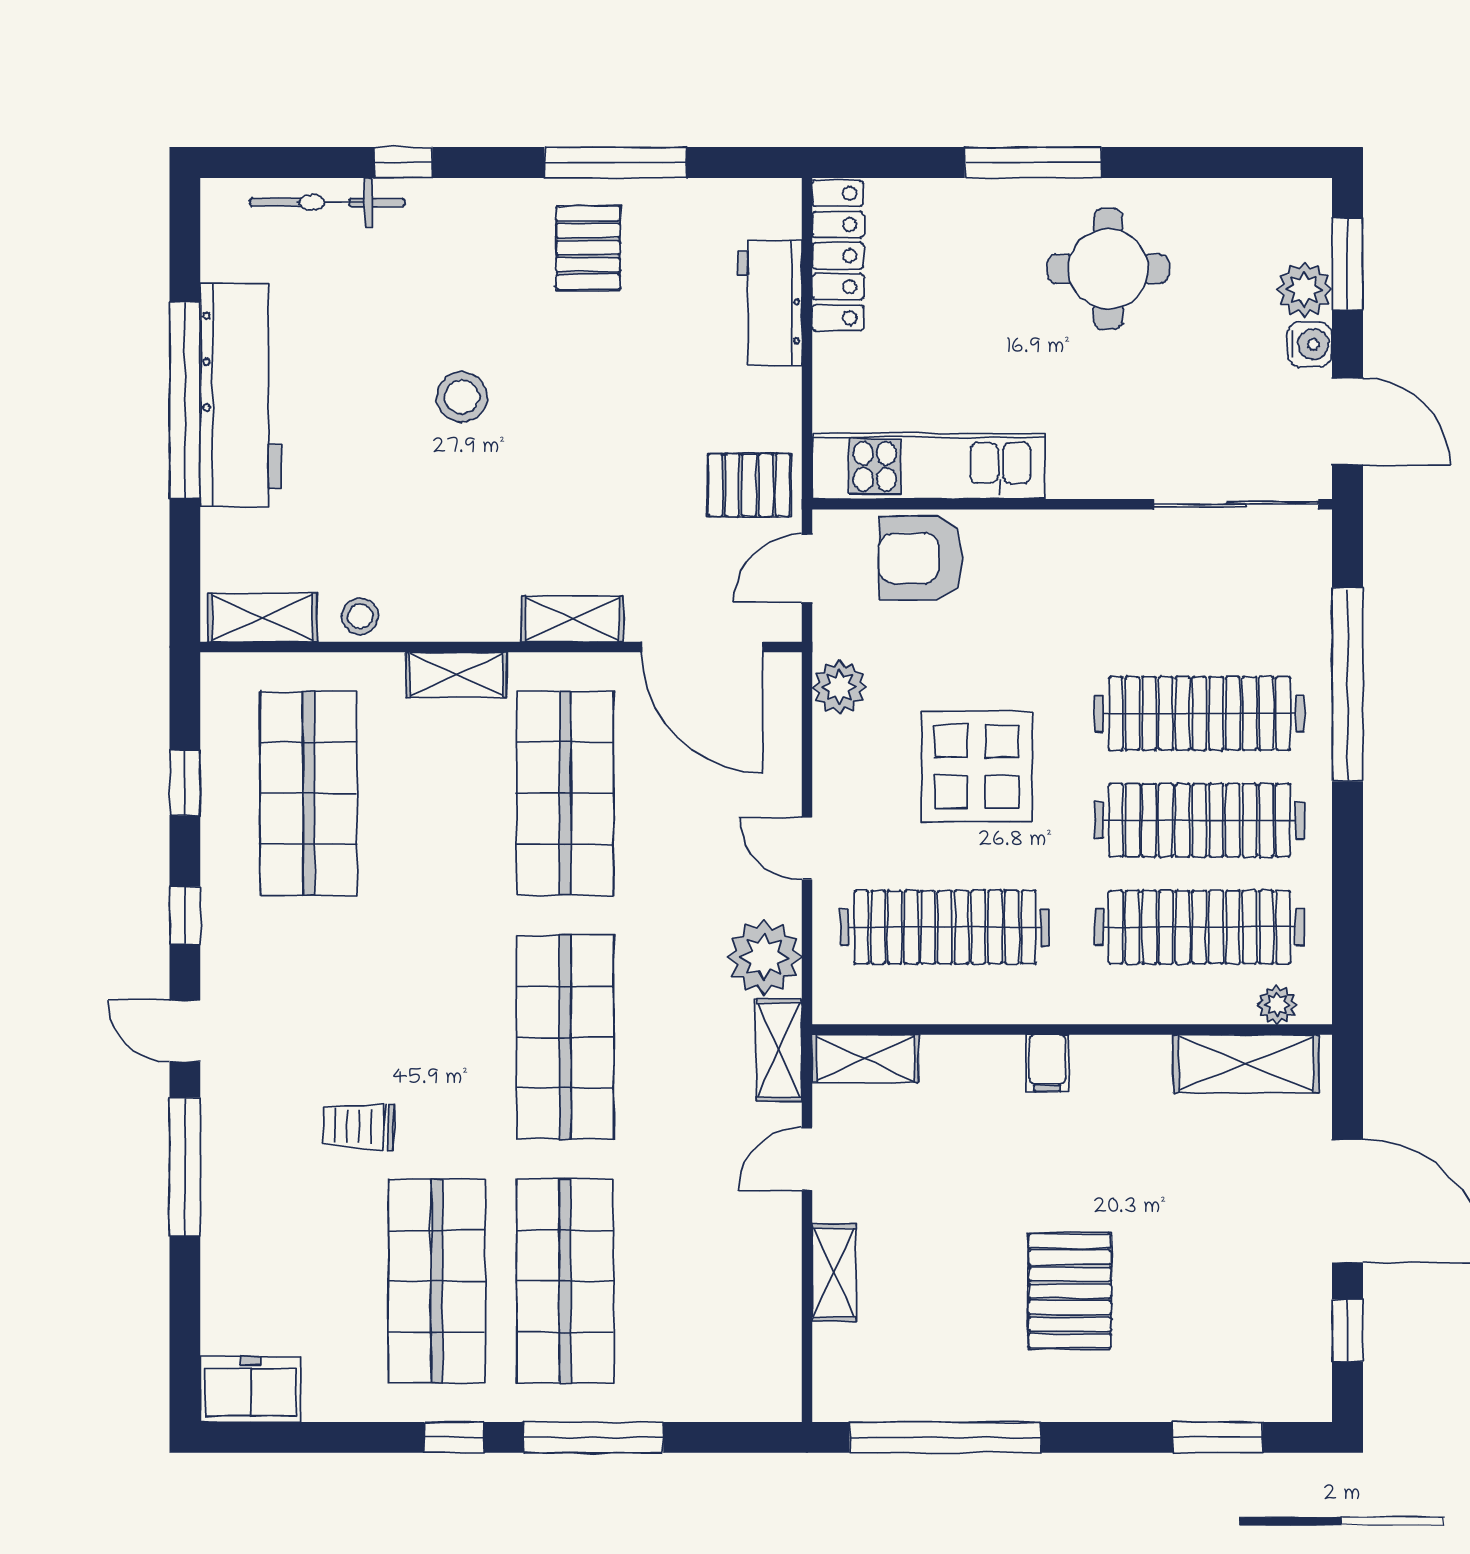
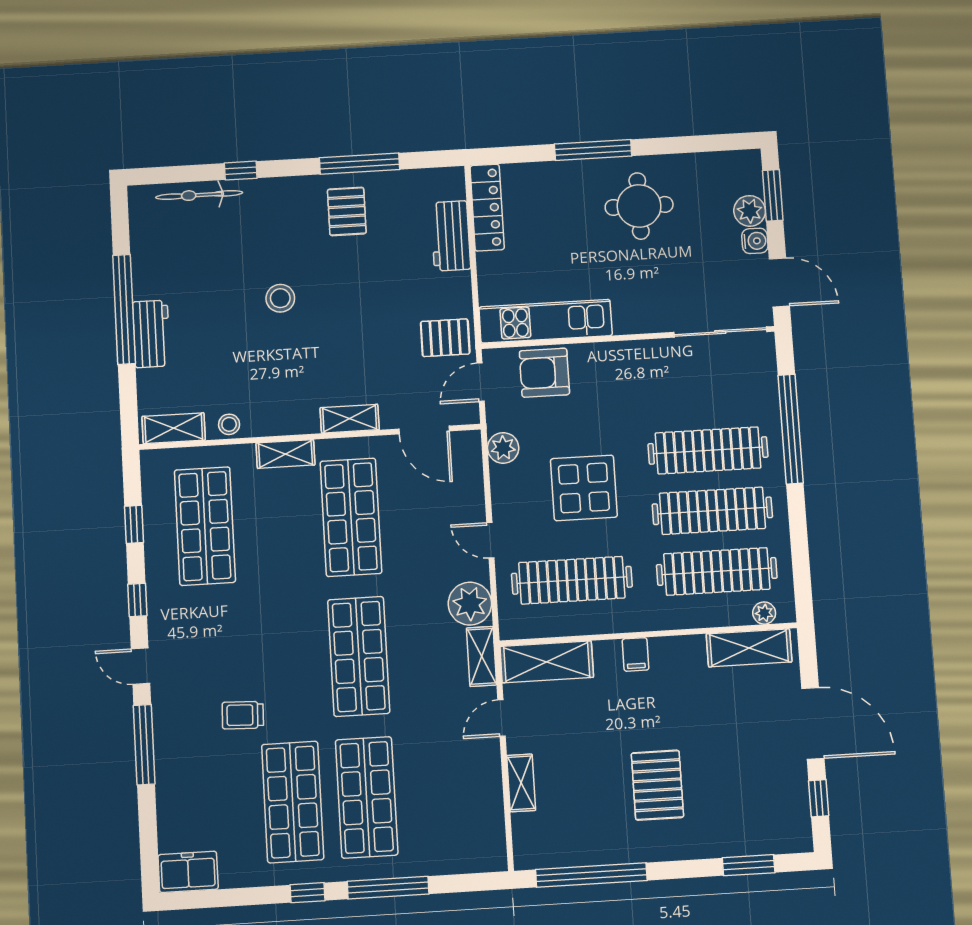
workbench: (241, 395) -> (151, 334), width x0.53, depth x0.76
door: (702, 647) -> (424, 430), width x0.73
shelving: (865, 1058) -> (547, 662), width x1.50, depth x1.33

